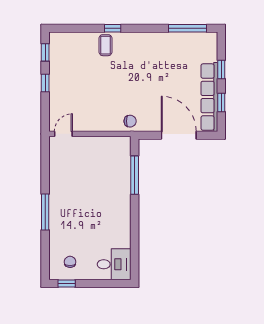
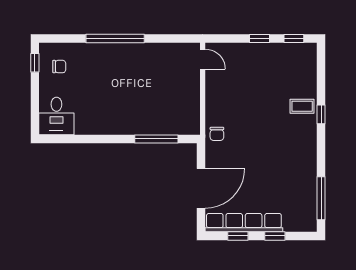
window: (45, 212) -> (115, 39), width x1.46

